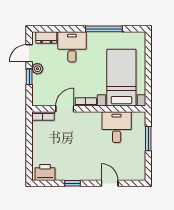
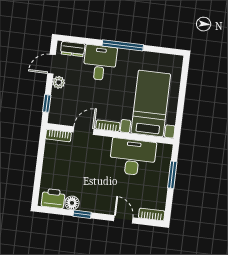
window: (104, 29) -> (123, 45), moved
window: (29, 77) -> (47, 103), moved
desk: (117, 127) -> (133, 157), width x1.37
floor lamp: (62, 174) -> (72, 203), added
bookcase: (134, 176) -> (152, 214), added

